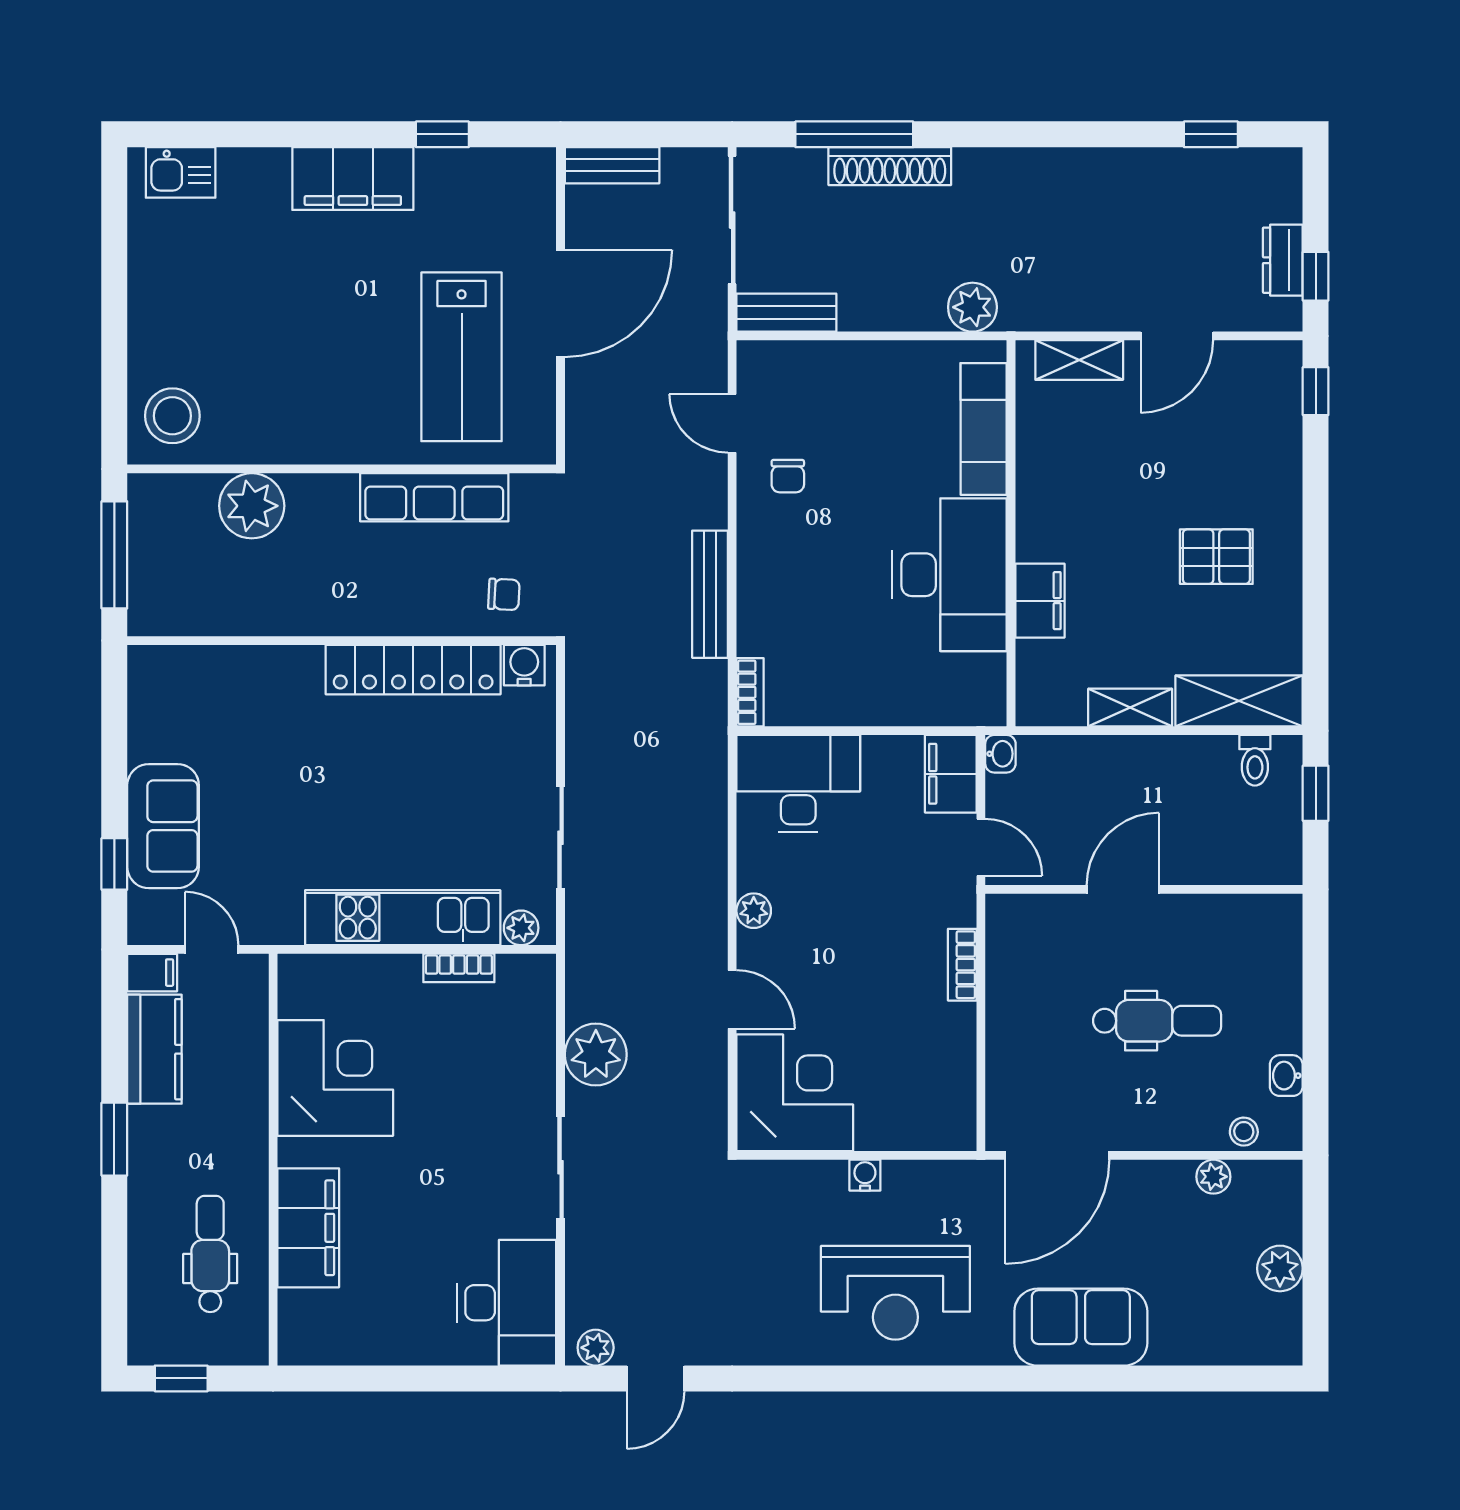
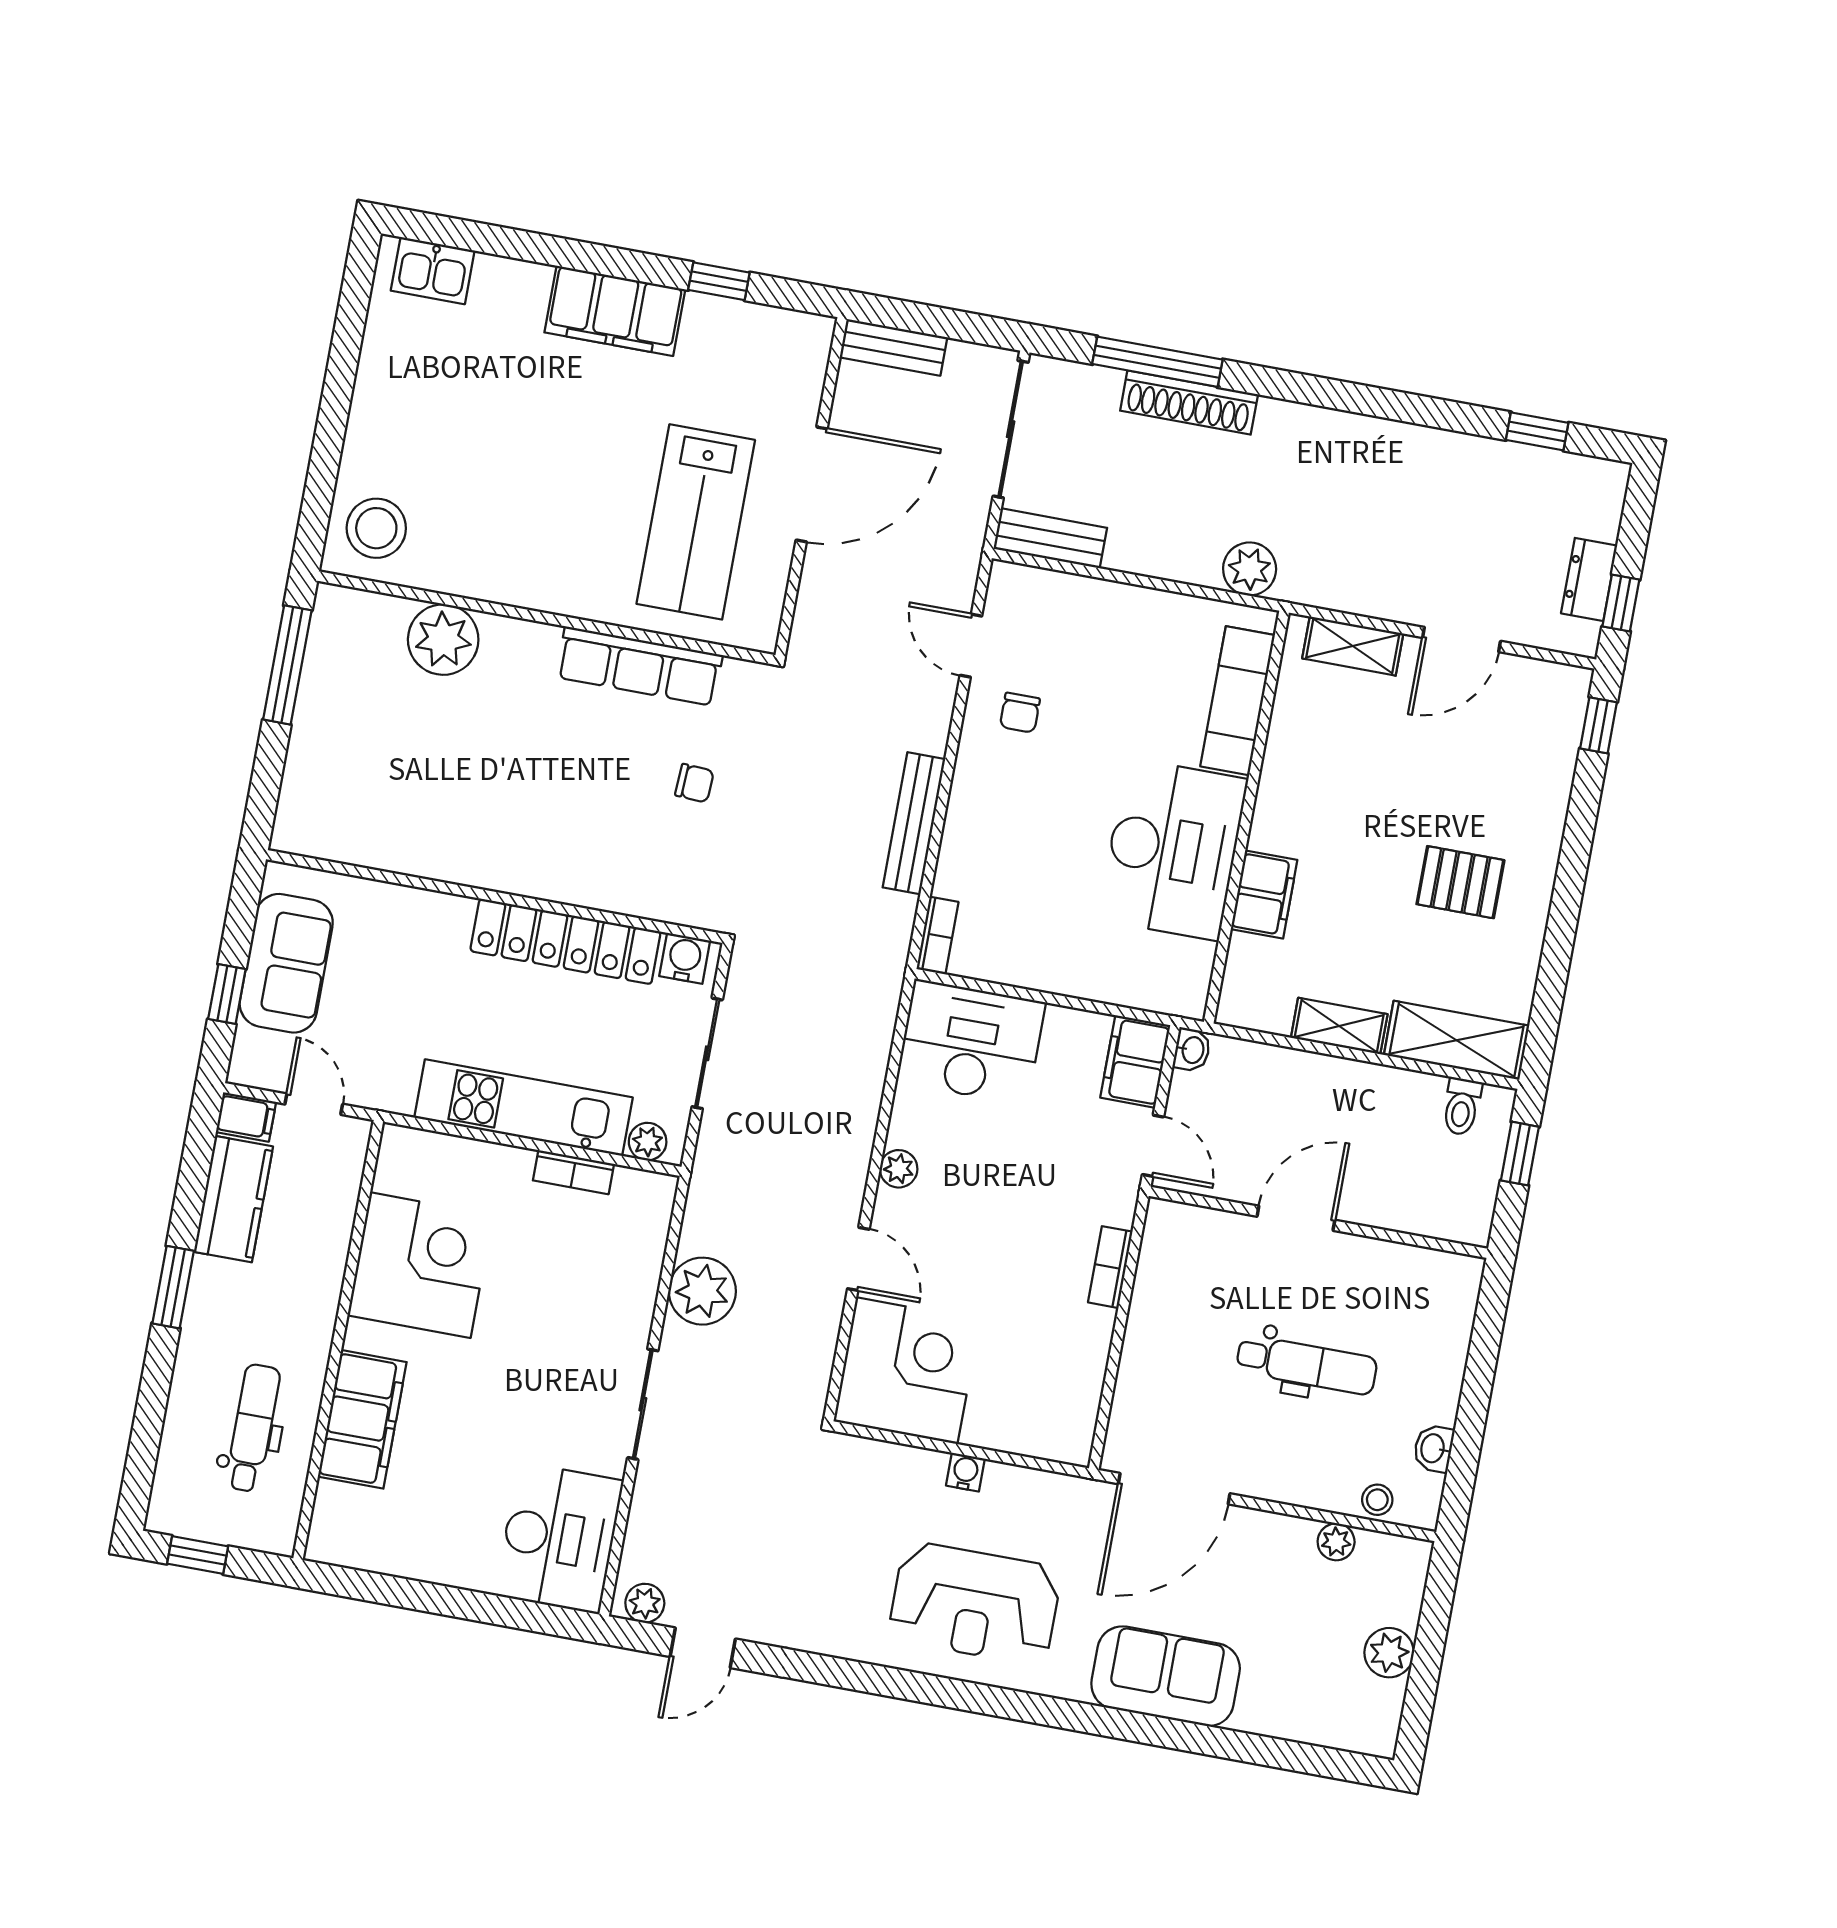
wall: (342, 641) -> (495, 897), moved
water cooler: (524, 665) -> (685, 958), moved
locker: (413, 670) -> (565, 941), moved

